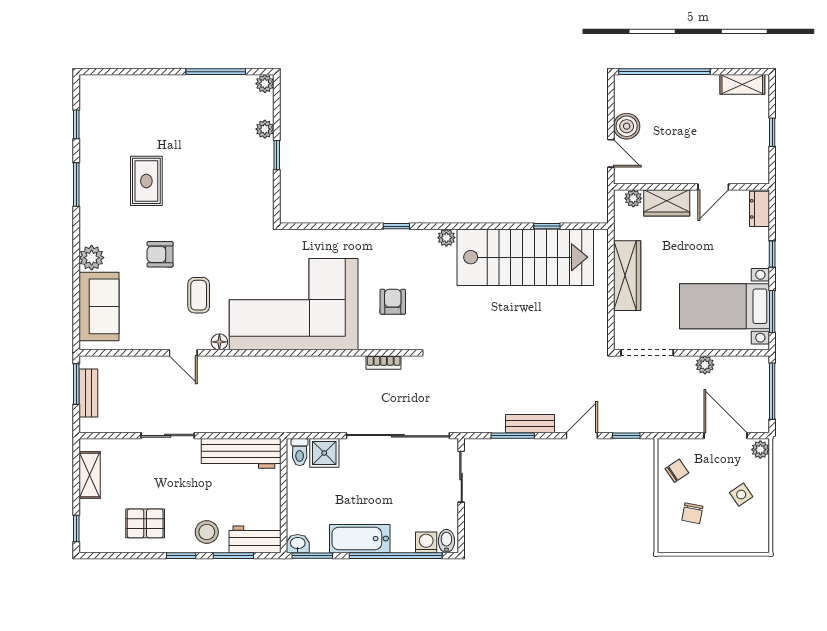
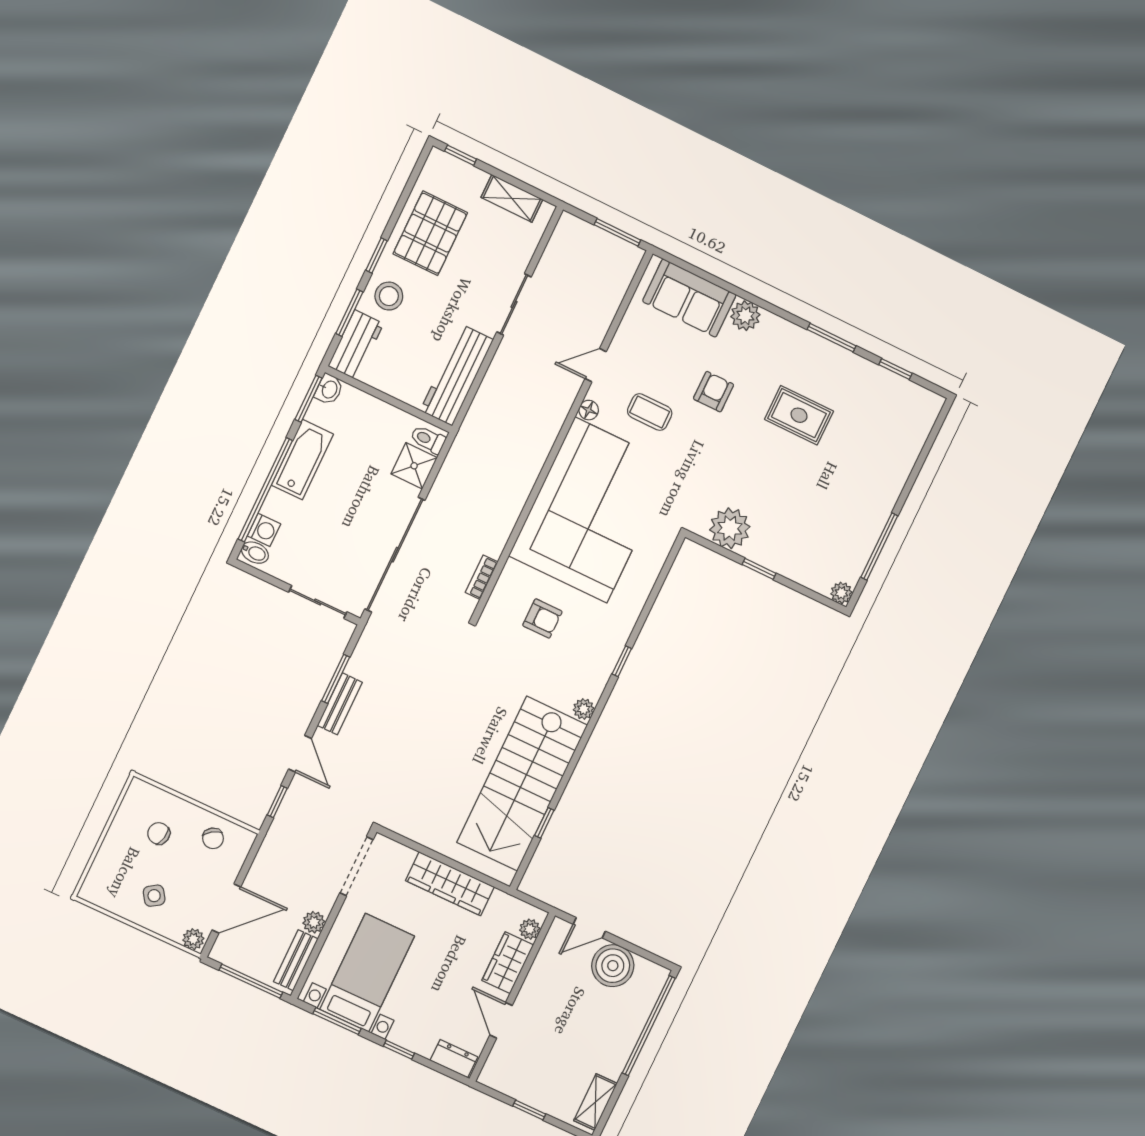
boiler: (627, 126) -> (613, 966), width x1.37, depth x1.37
plant: (265, 129) -> (730, 528), moved, width x1.88, depth x1.88
bench: (88, 393) -> (296, 960), moved, turned 90
pallet: (145, 523) -> (430, 233), width x1.50, depth x1.42

